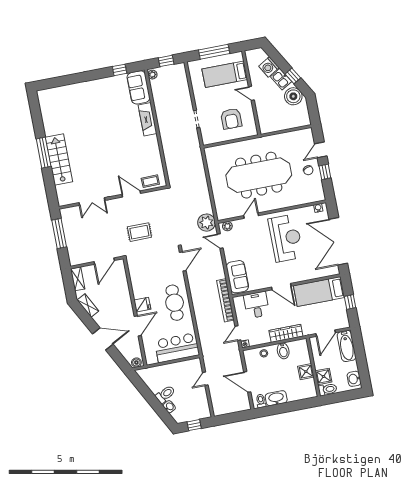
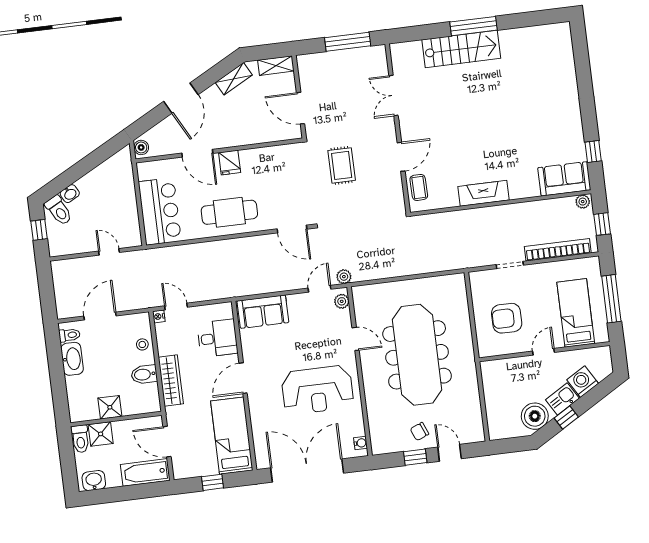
fireplace: (148, 119) -> (483, 193), moved
plant: (207, 223) -> (344, 277), width x0.53, depth x0.53
bookcase: (225, 300) -> (558, 250), moved
toilet: (165, 394) -> (59, 210), moved

